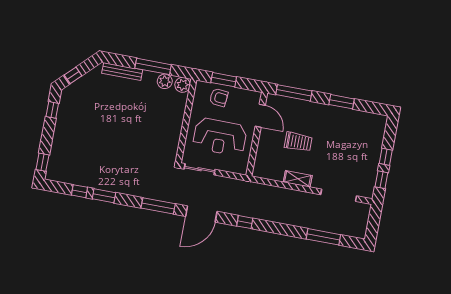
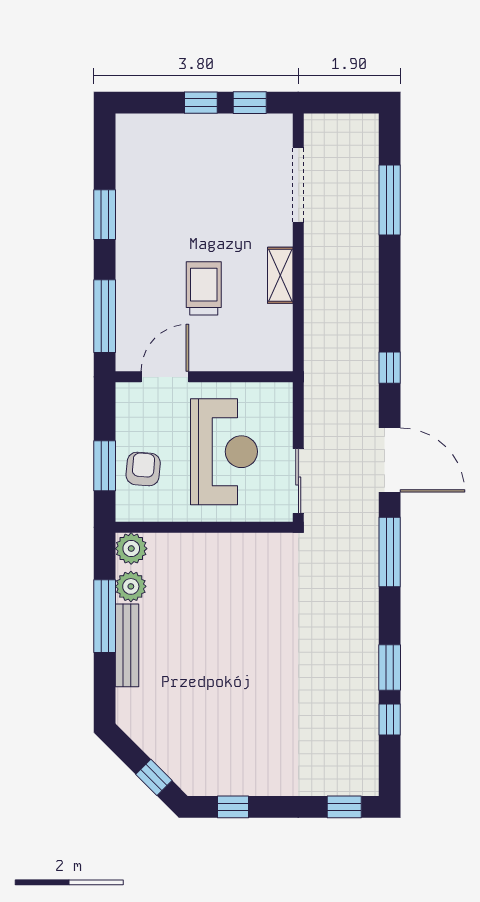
bench: (122, 72) -> (127, 645), moved

